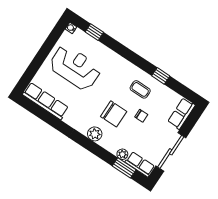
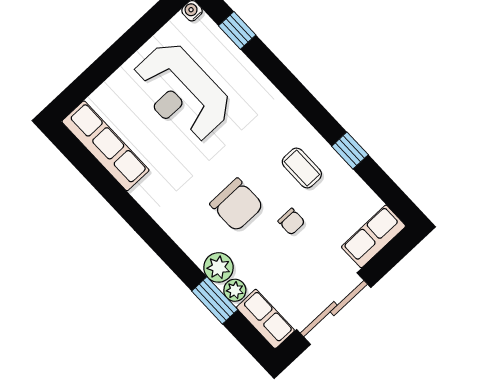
reception desk: (75, 67) -> (181, 92), turned 180
plant: (95, 134) -> (218, 267), moved
window: (124, 168) -> (215, 300), moved

